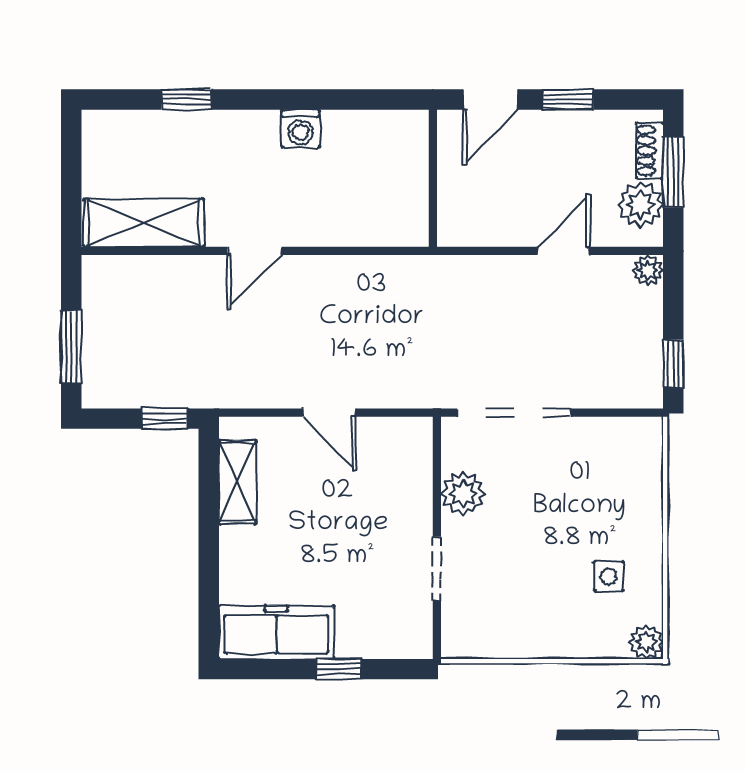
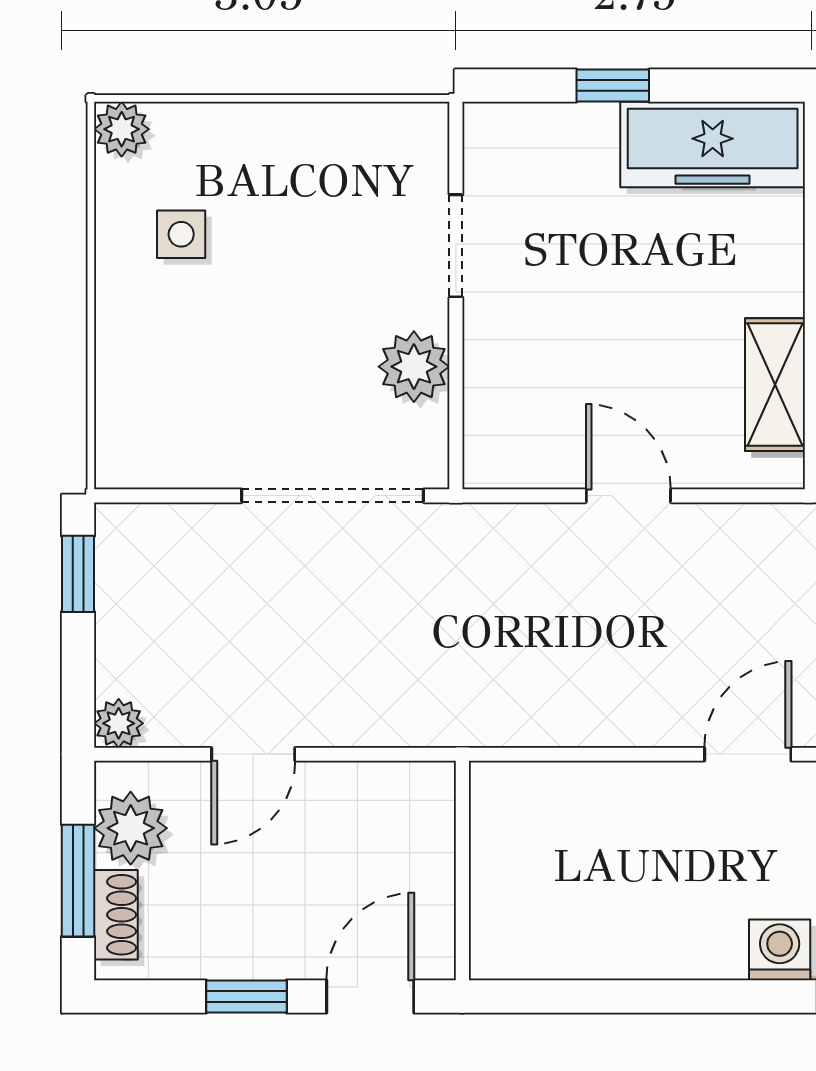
washing machine: (301, 129) -> (780, 950), moved

